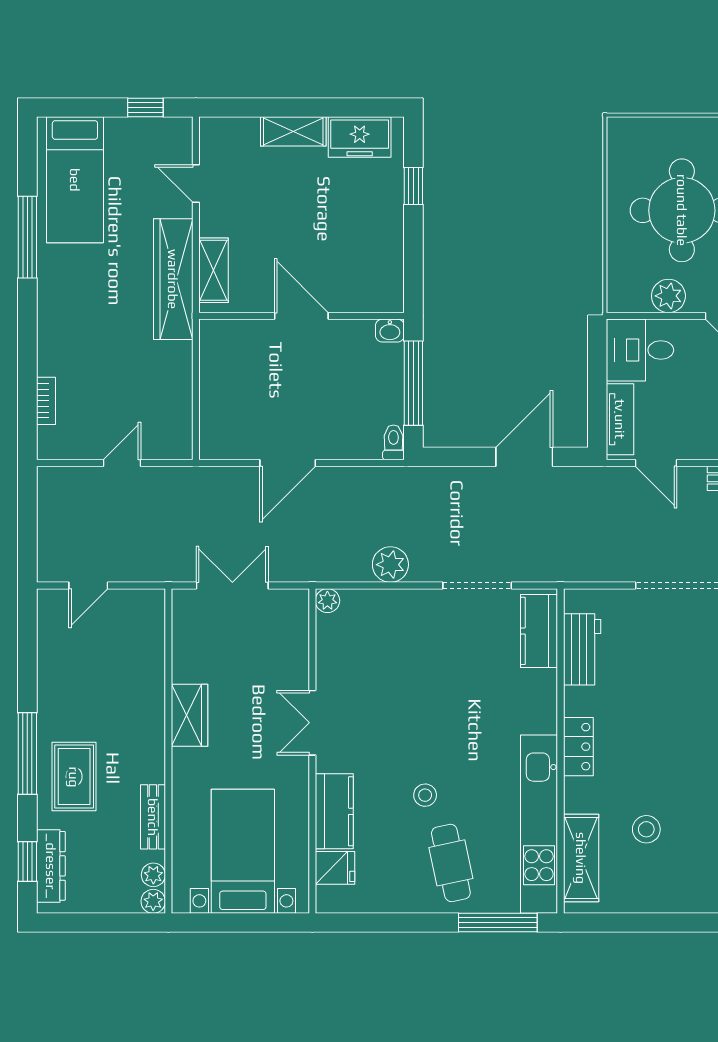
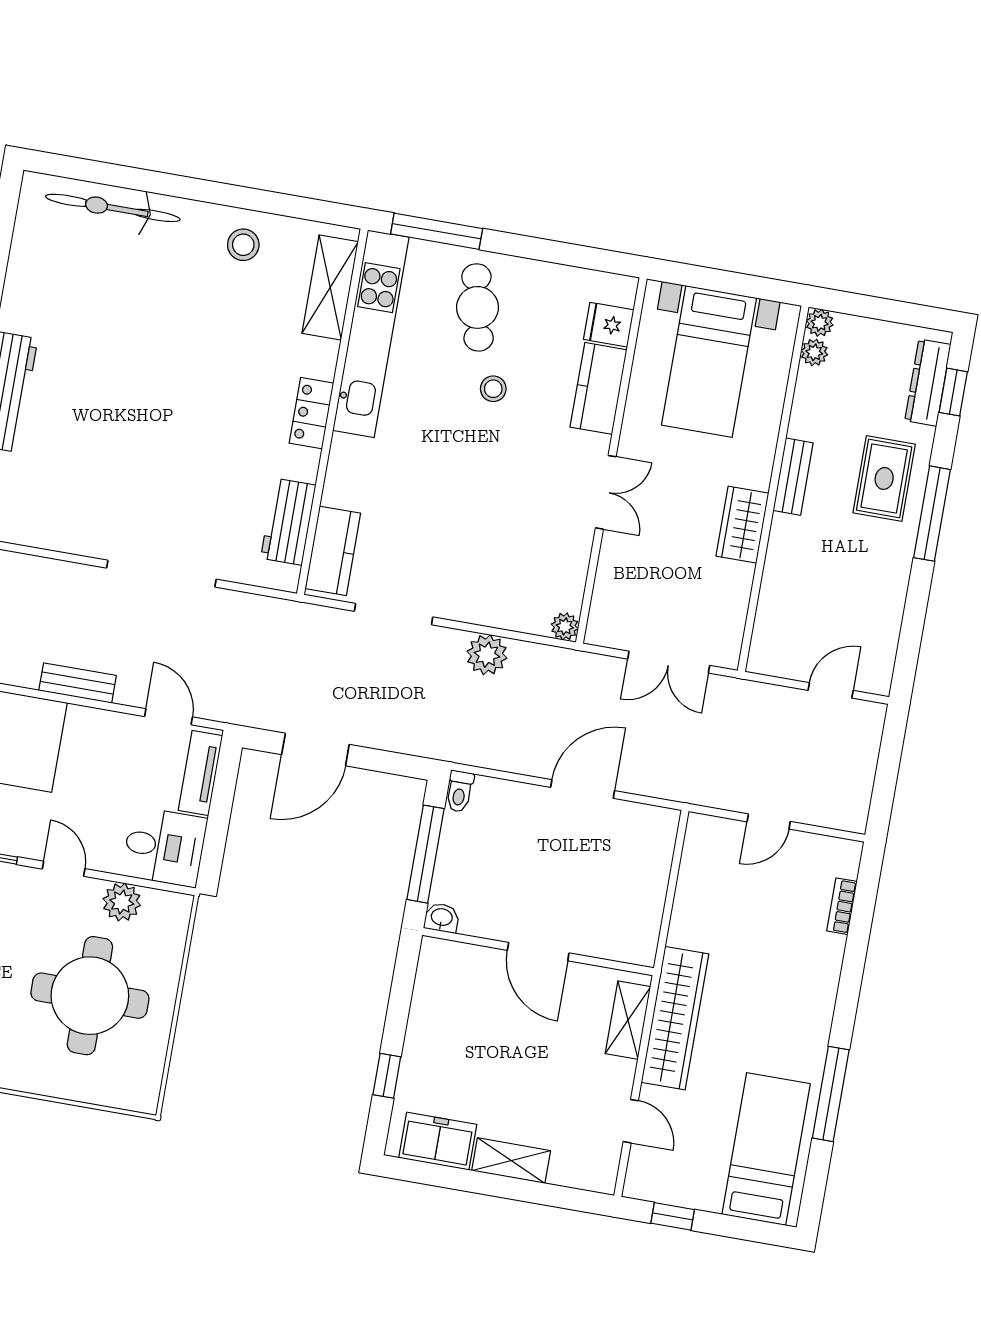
bench: (153, 817) -> (793, 477), moved
stool: (646, 829) -> (243, 245), moved

